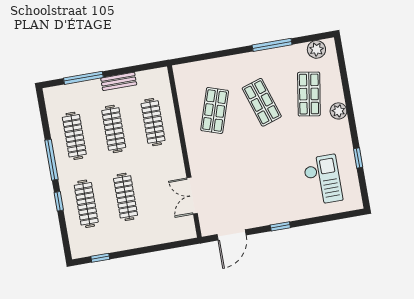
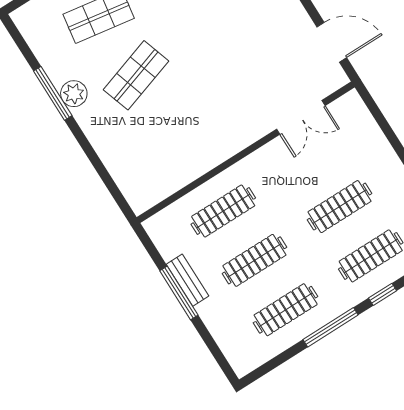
plant: (316, 49) -> (74, 94), moved
window: (83, 78) -> (179, 293), moved
shop shelf: (215, 110) -> (173, 134), removed

